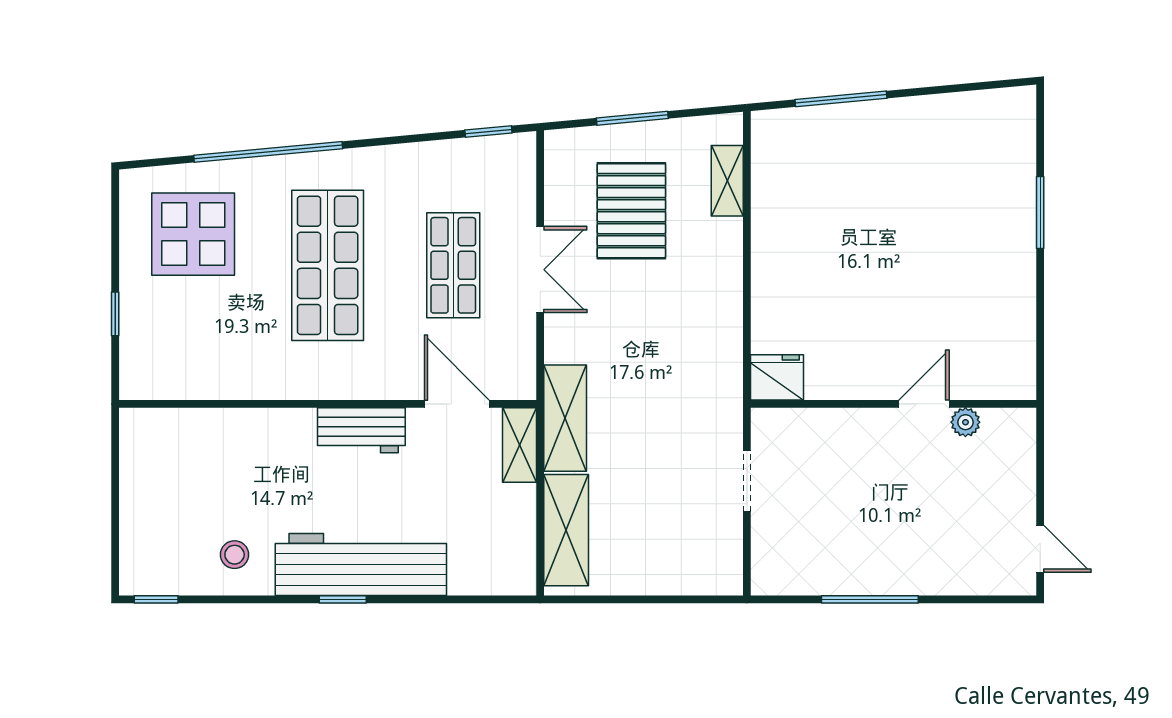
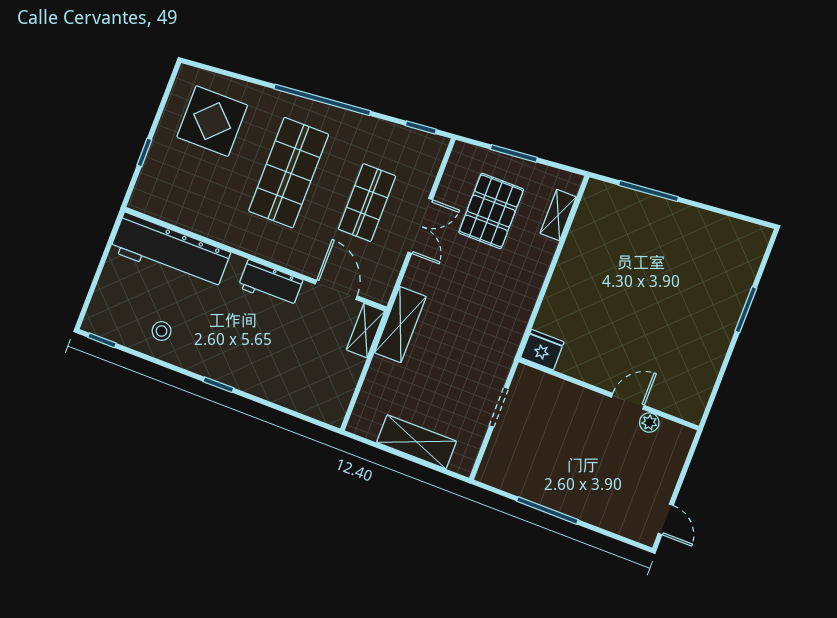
window: (268, 152) -> (322, 100), moved
shelving: (566, 530) -> (417, 442), moved, turned 90
workbench: (361, 565) -> (170, 252), moved, turned 180

